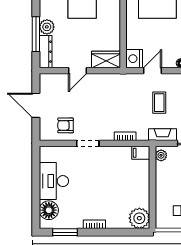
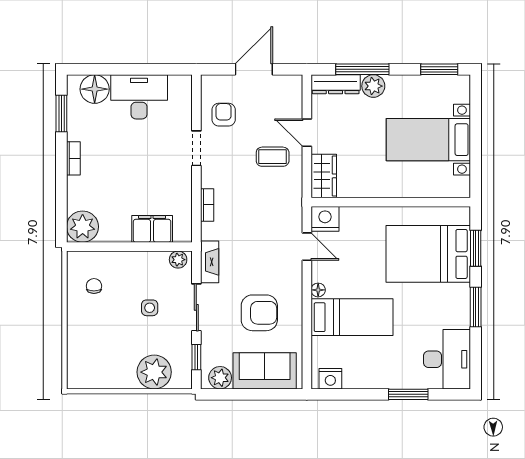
coffee table: (159, 103) -> (273, 157), moved
filing cabinet: (141, 153) -> (152, 229), moved, width x2.00

